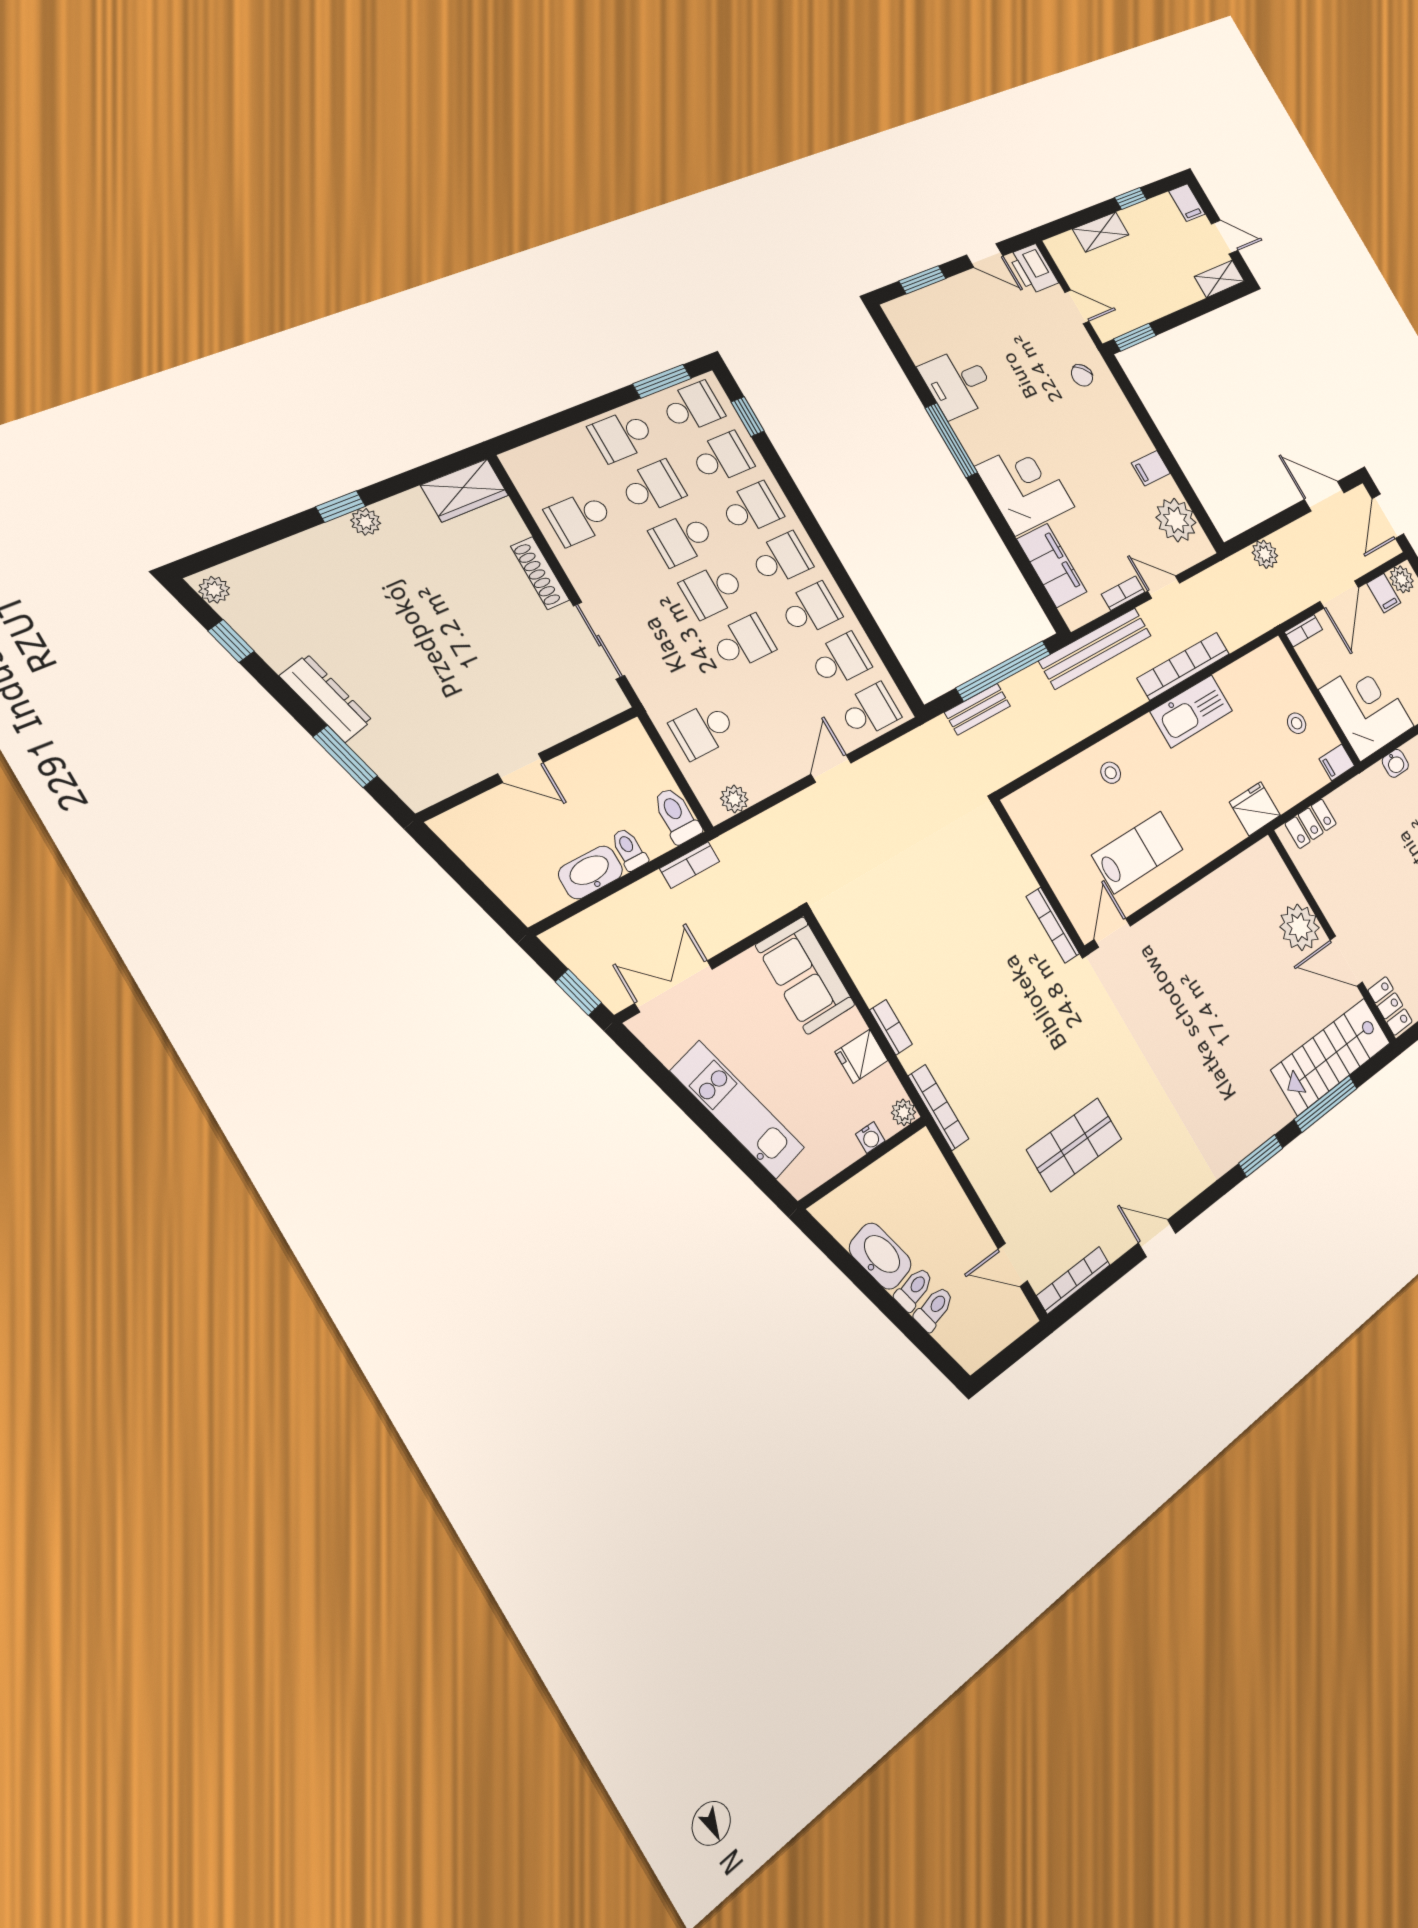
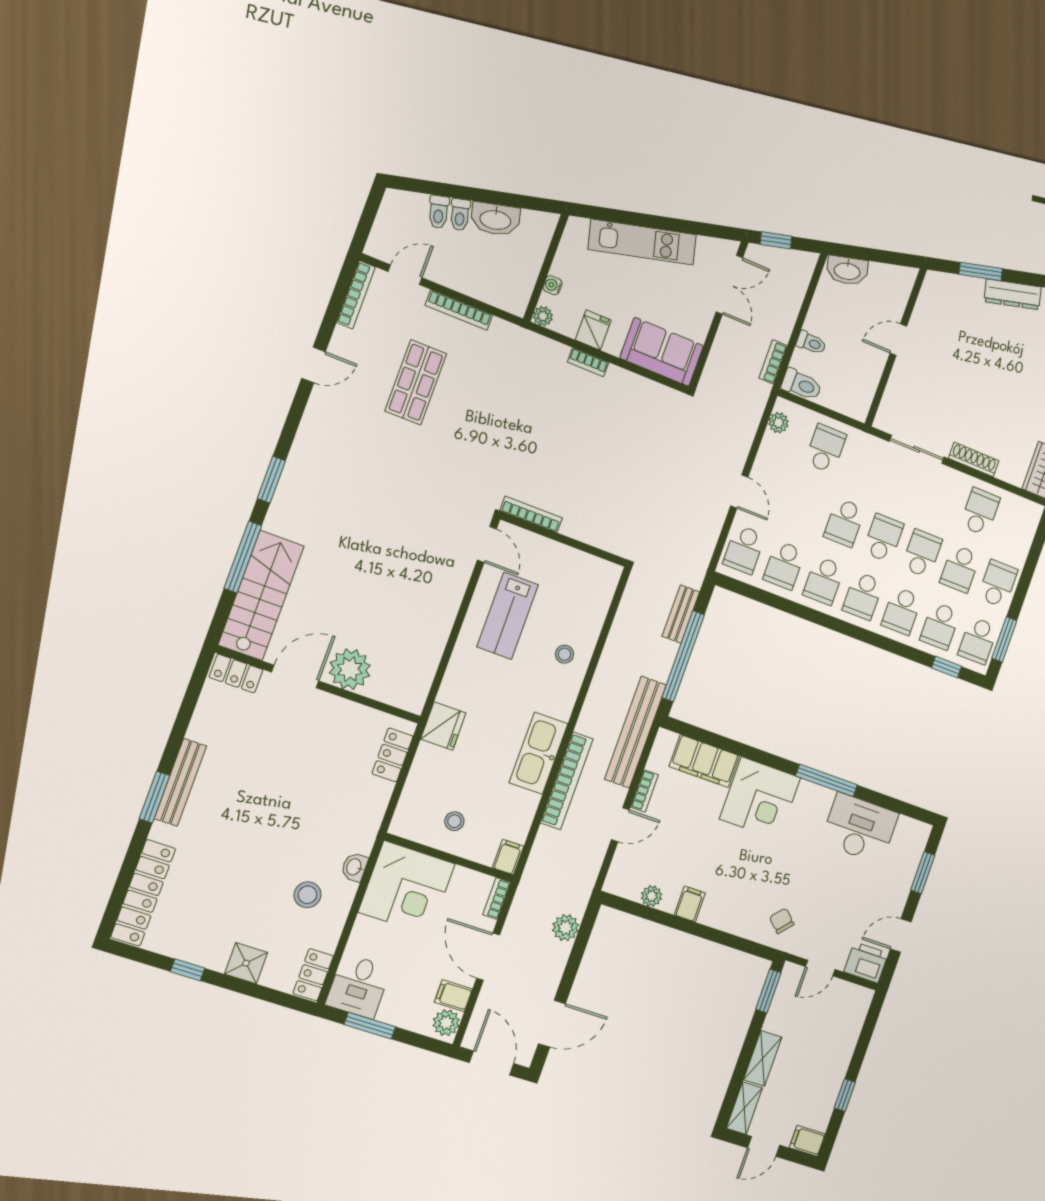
shelving: (1101, 232) -> (763, 1058), moved
desk: (958, 383) -> (860, 828), width x1.37
plant: (1176, 520) -> (652, 896), width x0.53, depth x0.53
filing cabinet: (1337, 762) -> (508, 857), moved
washbasin: (591, 872) -> (847, 271), moved, turned 76
bookcase: (938, 1107) -> (459, 310), moved

